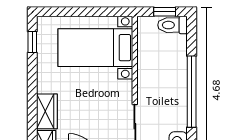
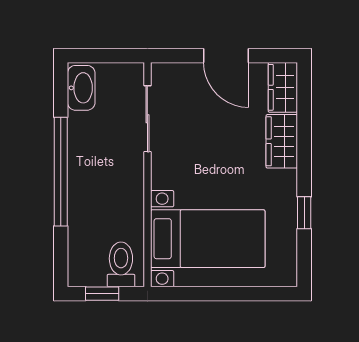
toilet: (173, 25) -> (121, 264), moved, turned -90
window: (32, 42) -> (304, 213), moved

